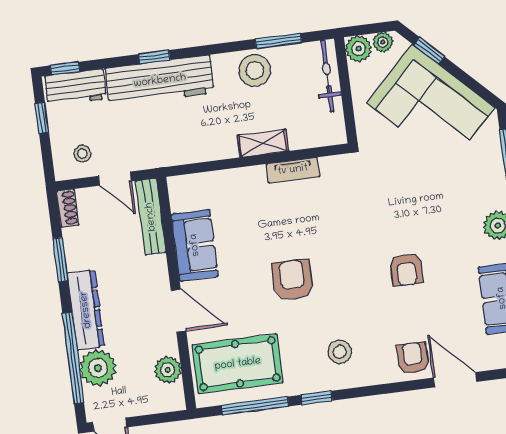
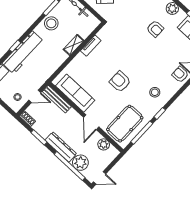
sofa: (195, 245) -> (75, 93), width x1.36
armchair: (406, 270) -> (155, 29), moved
door: (179, 311) -> (91, 122), swing flipped

